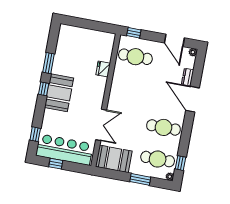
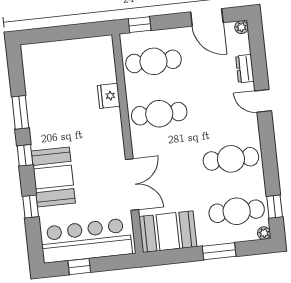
cafe table: (130, 88) -> (159, 114), added
booth: (59, 93) -> (53, 177), moved
door: (193, 99) -> (263, 101), width x0.53
window: (35, 134) -> (31, 207), moved

